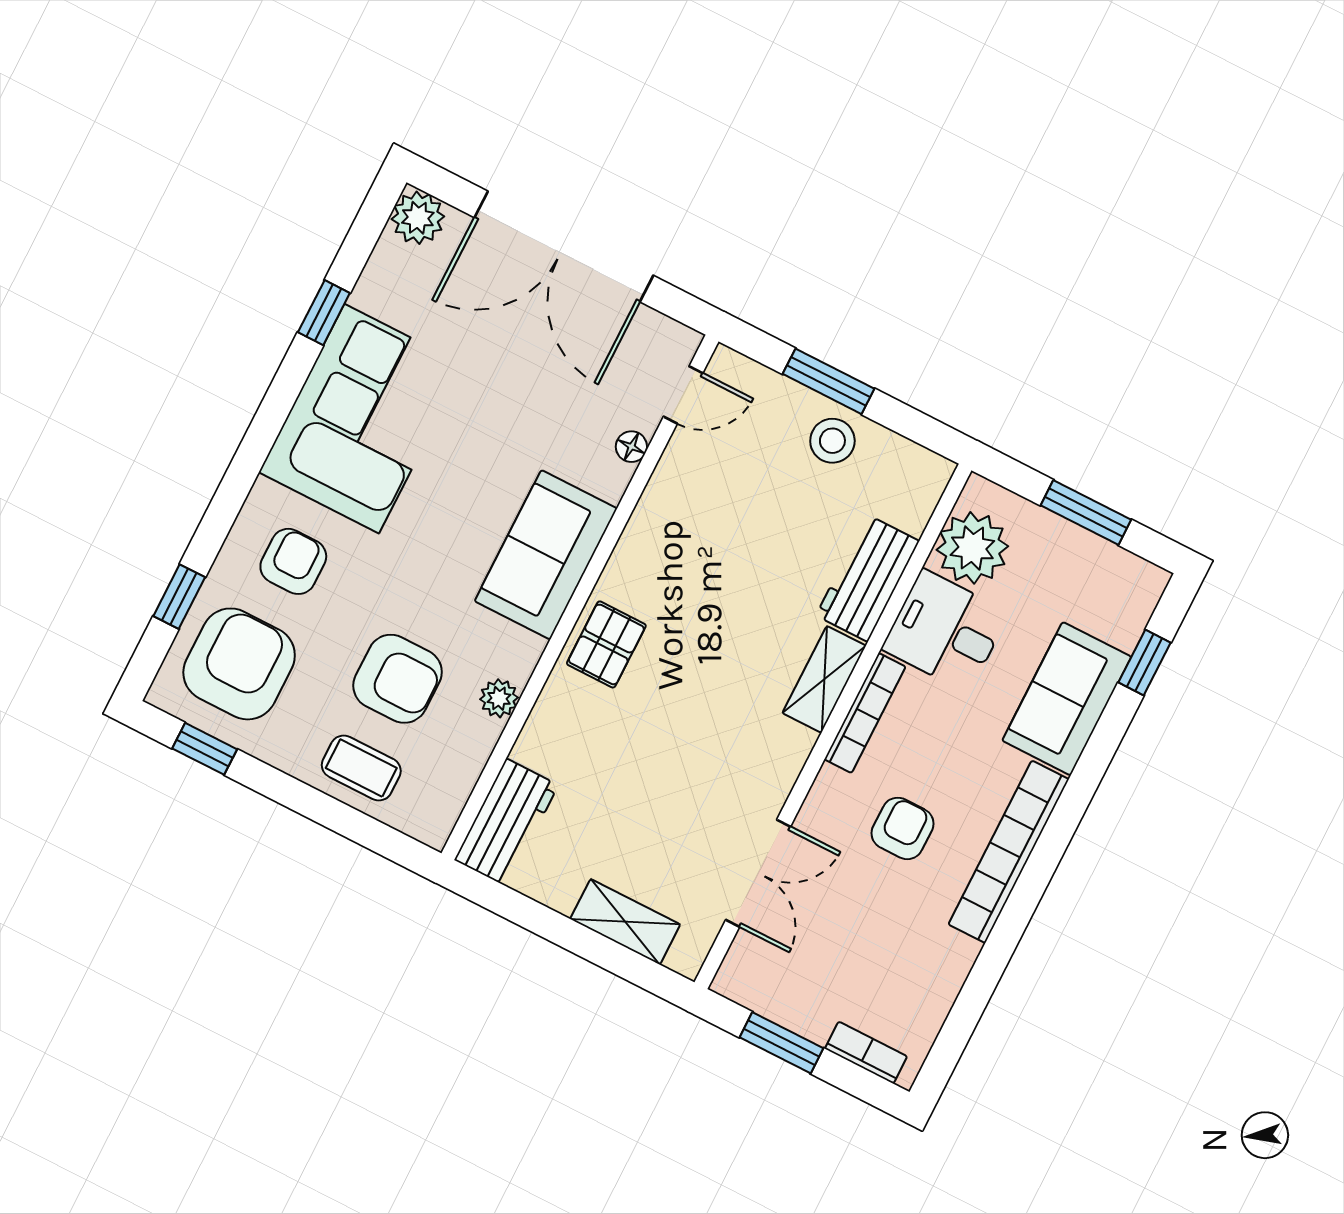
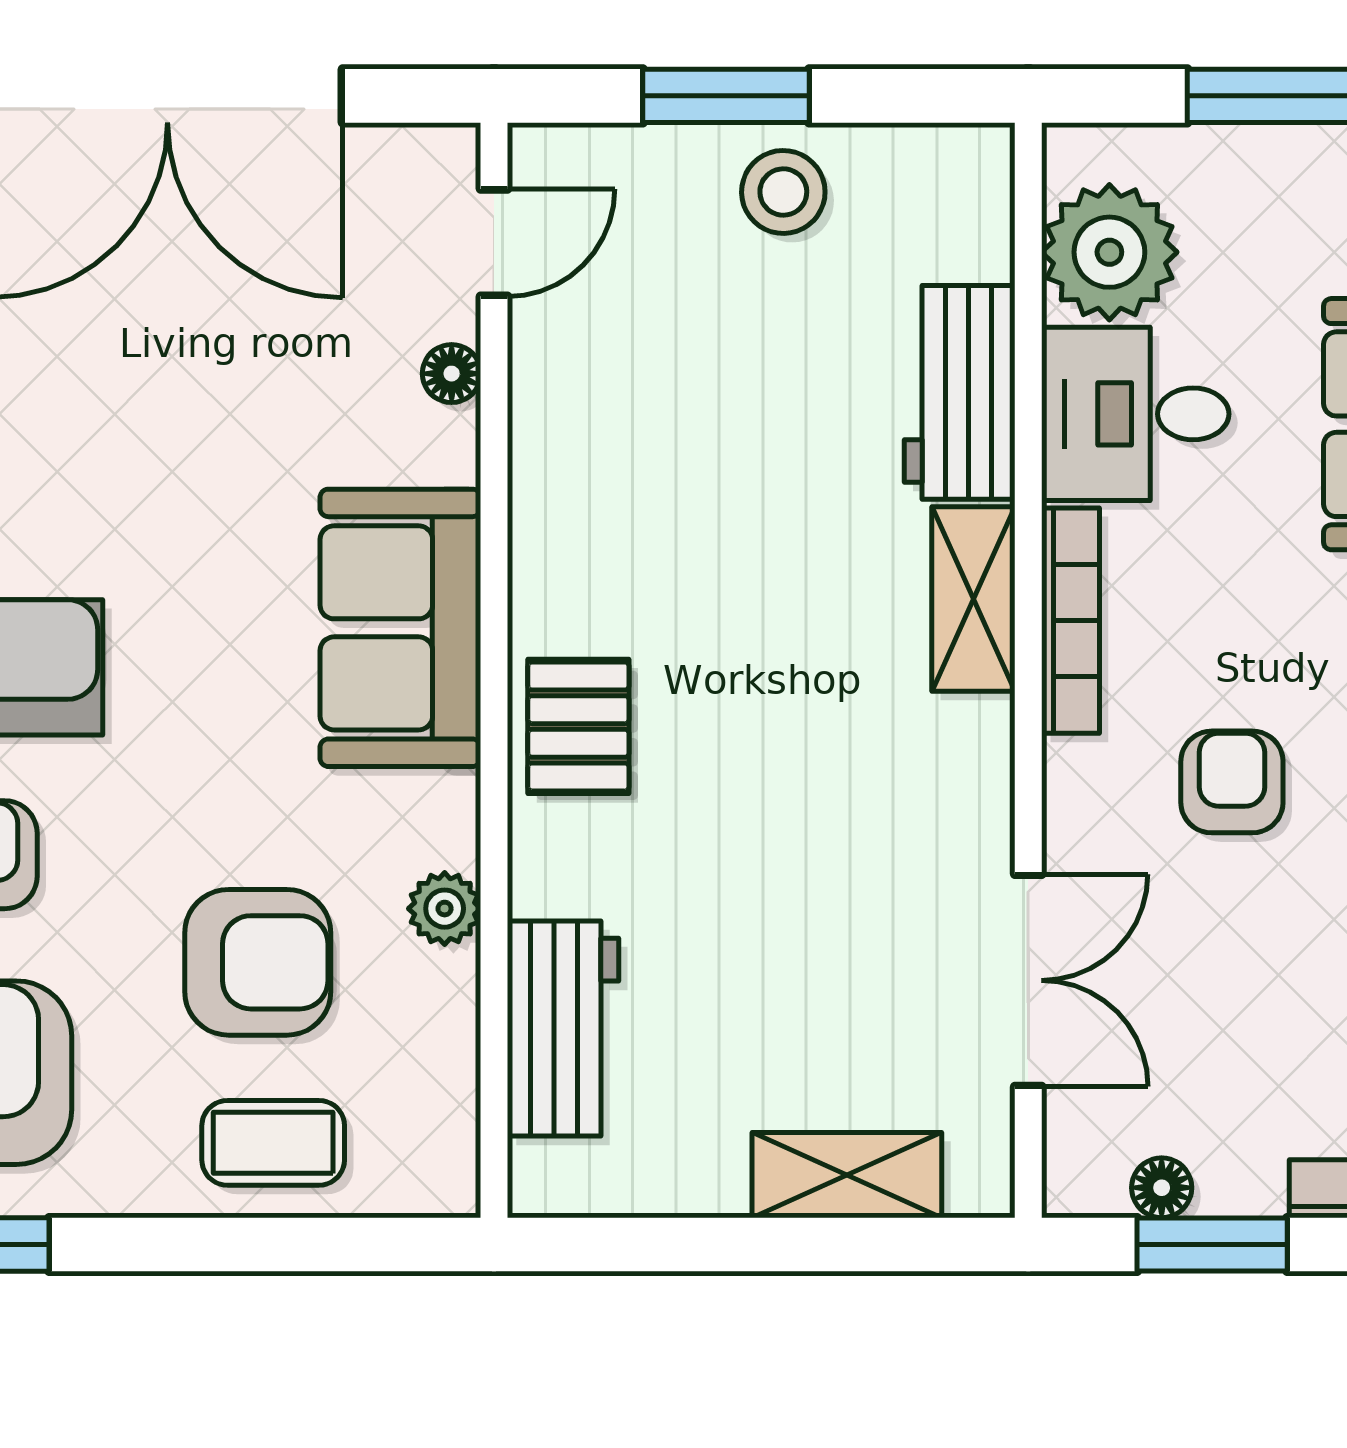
workbench: (506, 822) -> (563, 1029), moved
floor lamp: (771, 1004) -> (1162, 1188), added

